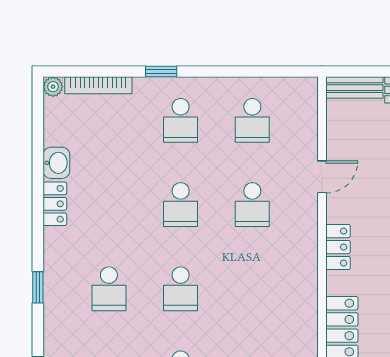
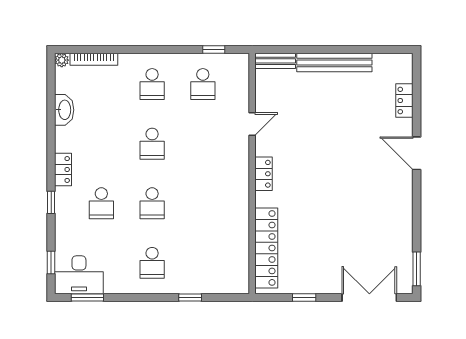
window: (161, 72) -> (214, 49), moved
washbasin: (56, 163) -> (64, 110), width x1.38
locker: (55, 204) -> (63, 169), moved
school desk: (252, 205) -> (203, 144), removed

